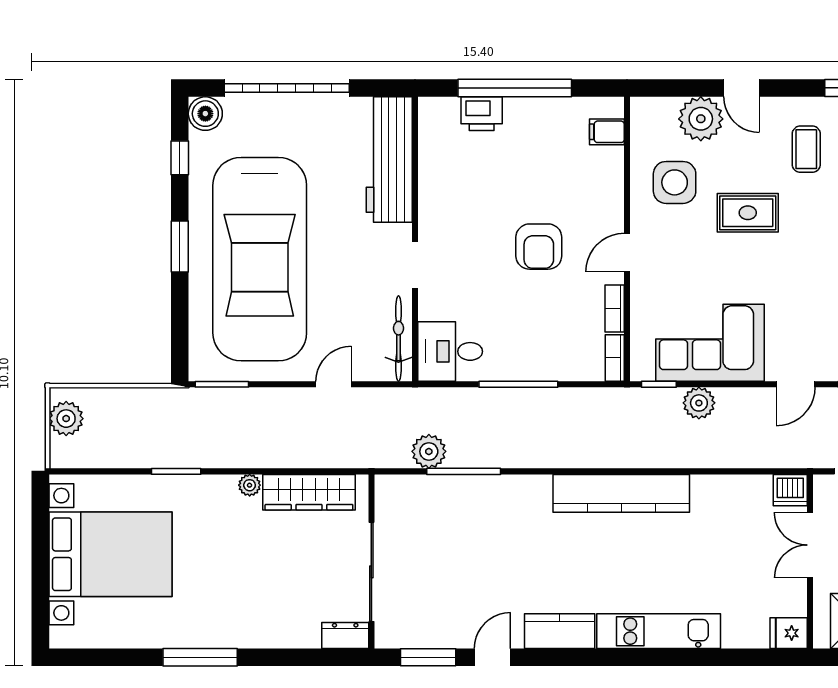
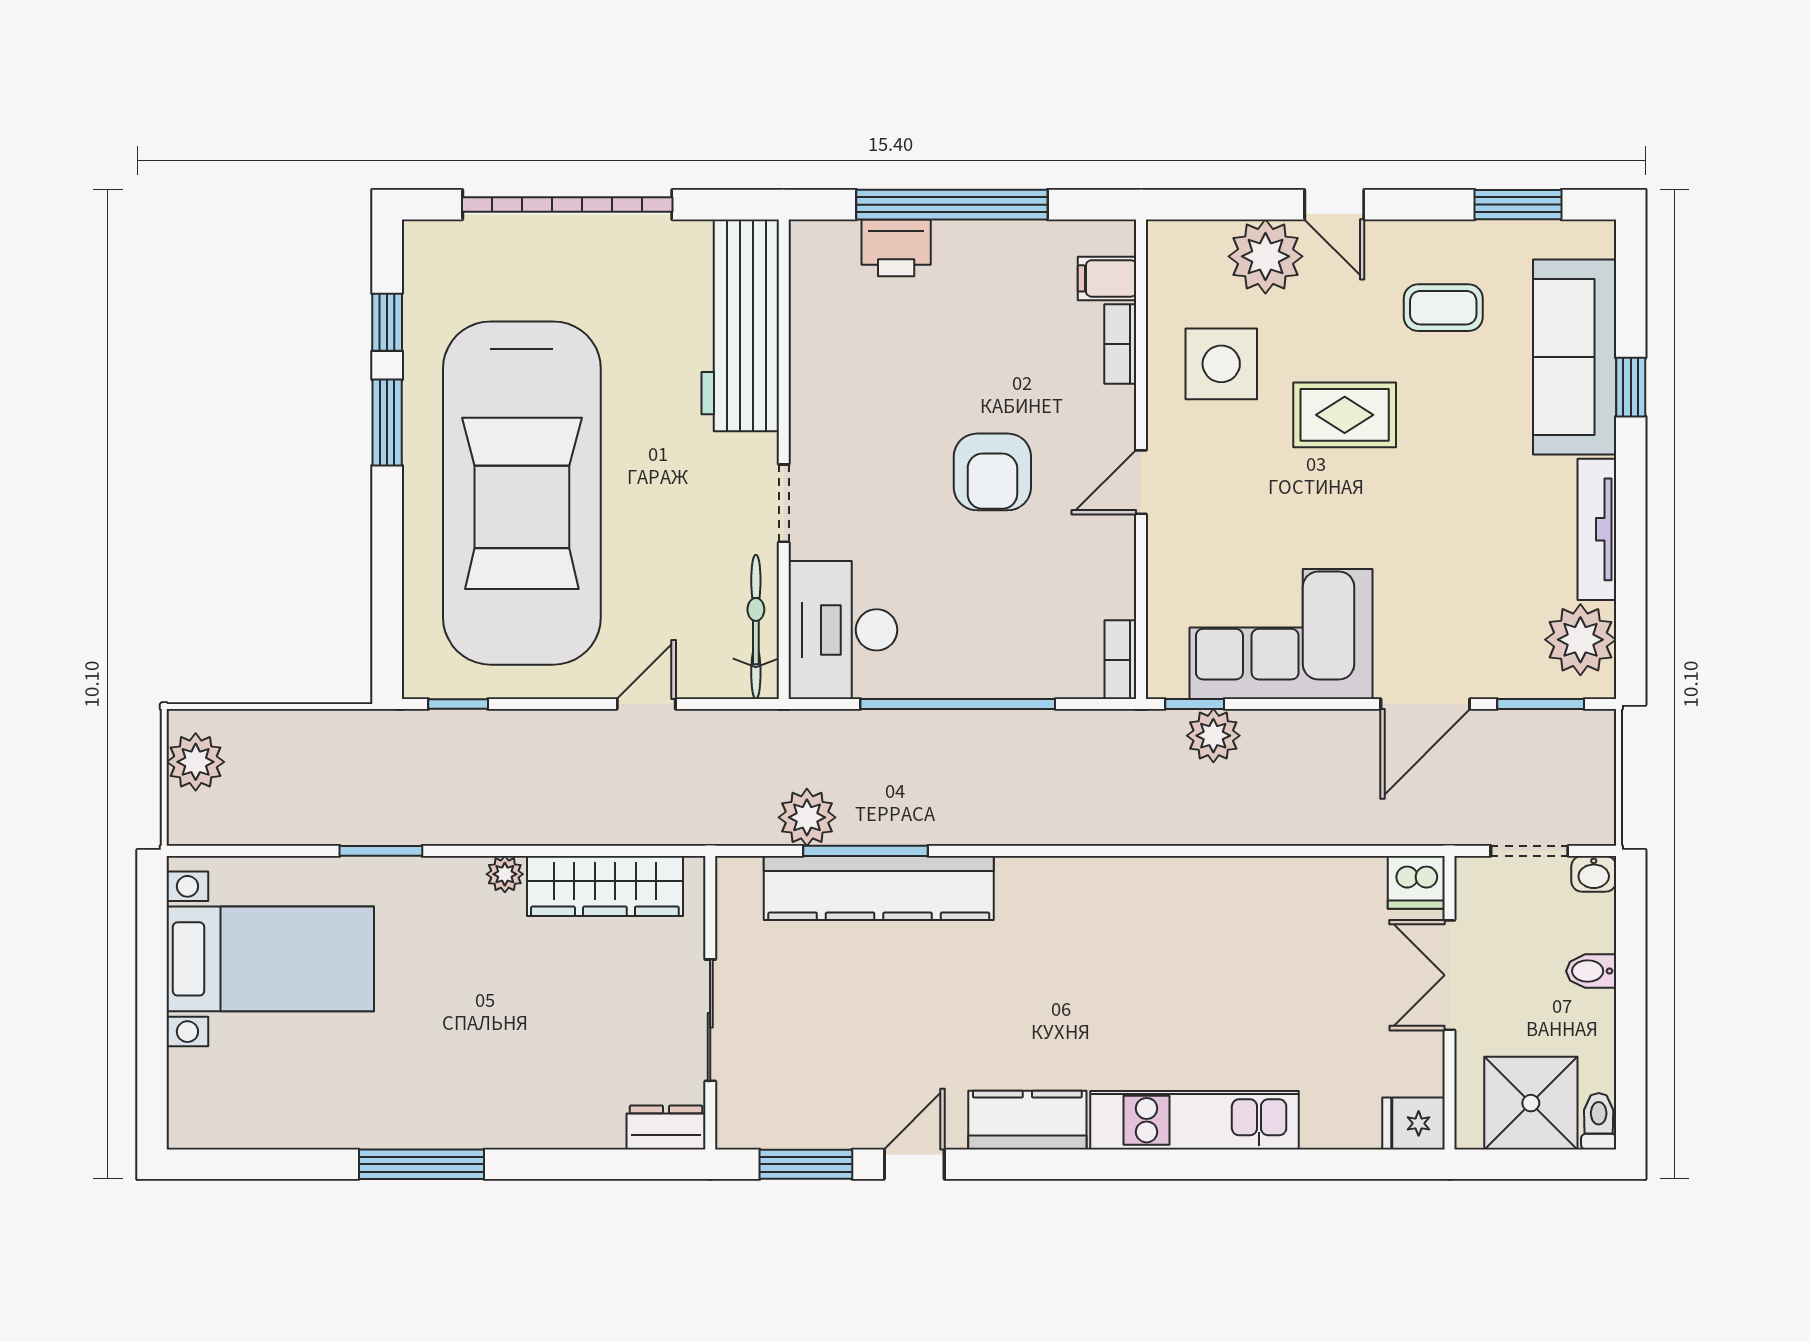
boiler: (205, 114) -> (430, 248), removed
coffee table: (806, 149) -> (1443, 308), turned 90
window: (180, 247) -> (387, 423), moved
bookcase: (615, 309) -> (1120, 344), moved
desk: (450, 351) -> (843, 630), width x1.37
window: (222, 384) -> (458, 704), width x0.67
window: (518, 384) -> (958, 704), width x1.46
door: (796, 384) -> (1425, 704), width x1.38
plant: (699, 403) -> (1213, 736), moved
kitchen counter: (621, 493) -> (879, 888), moved
bed with nightstands: (110, 554) -> (270, 959), width x0.73
sliding door: (371, 572) -> (710, 1020), width x0.73

